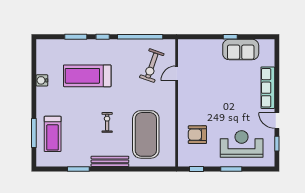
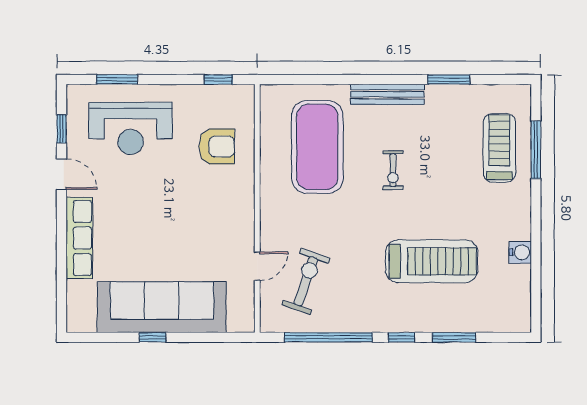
sofa: (241, 50) -> (162, 307), width x1.85, depth x1.27
window: (231, 169) -> (117, 79), moved

